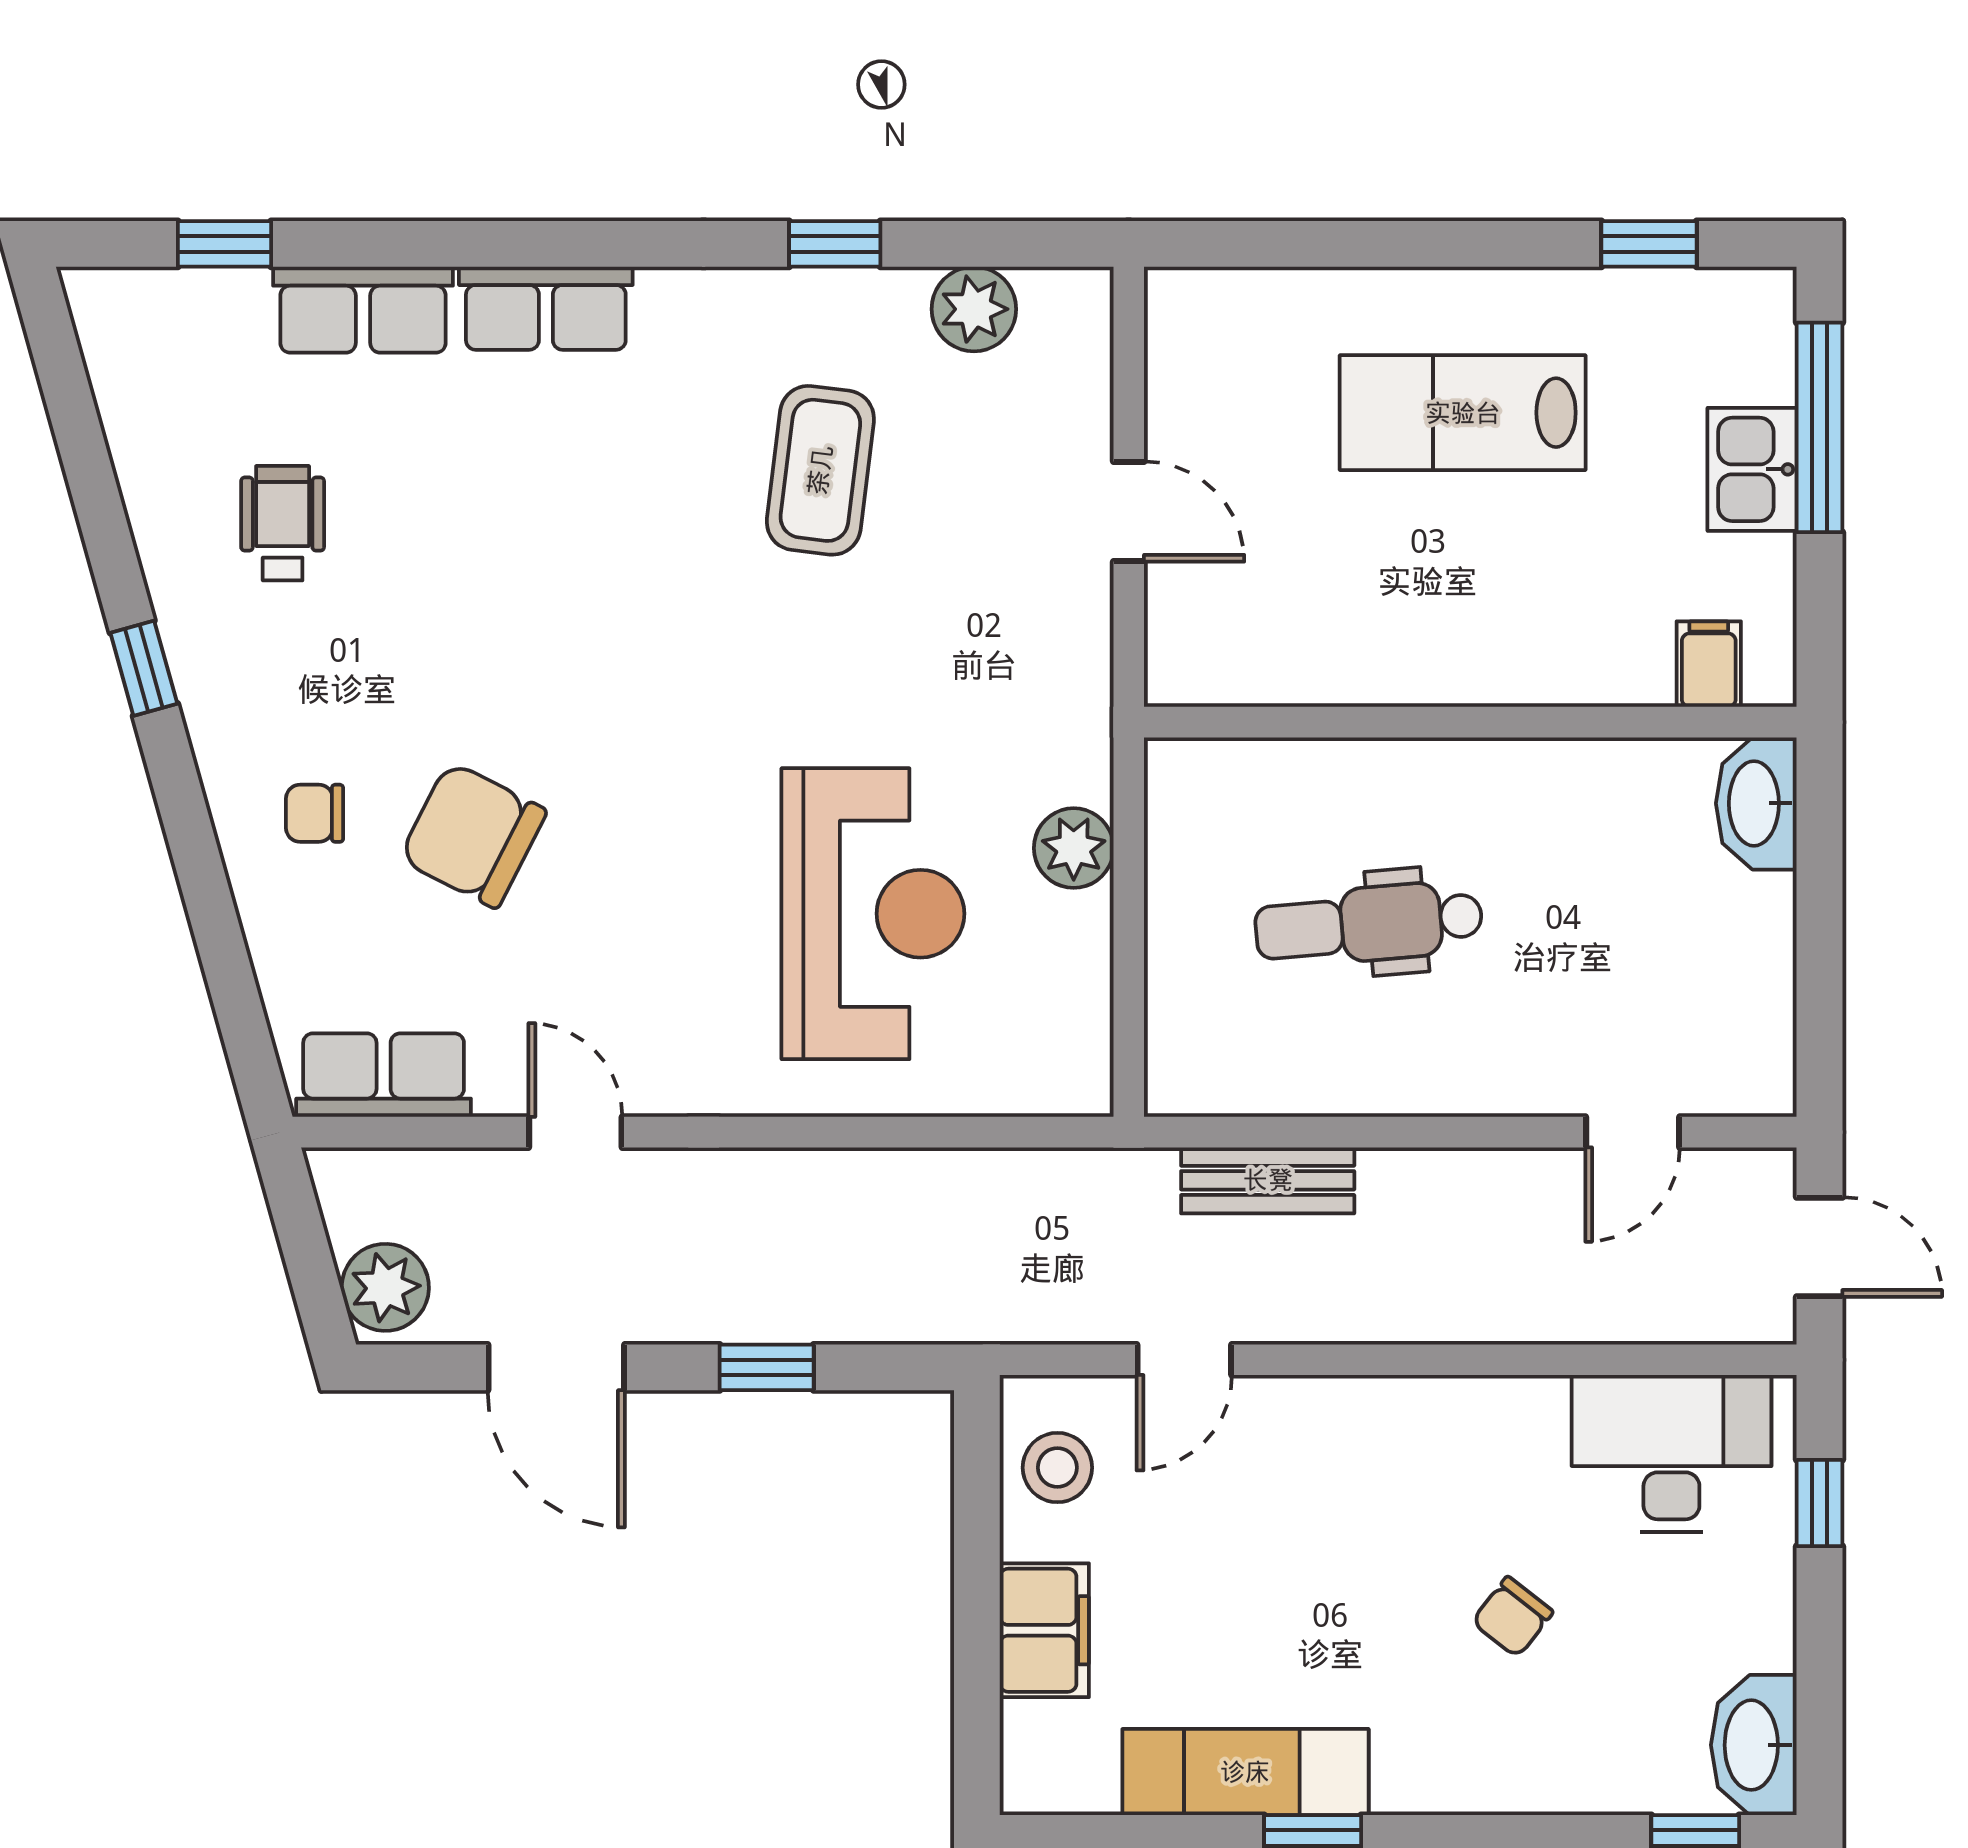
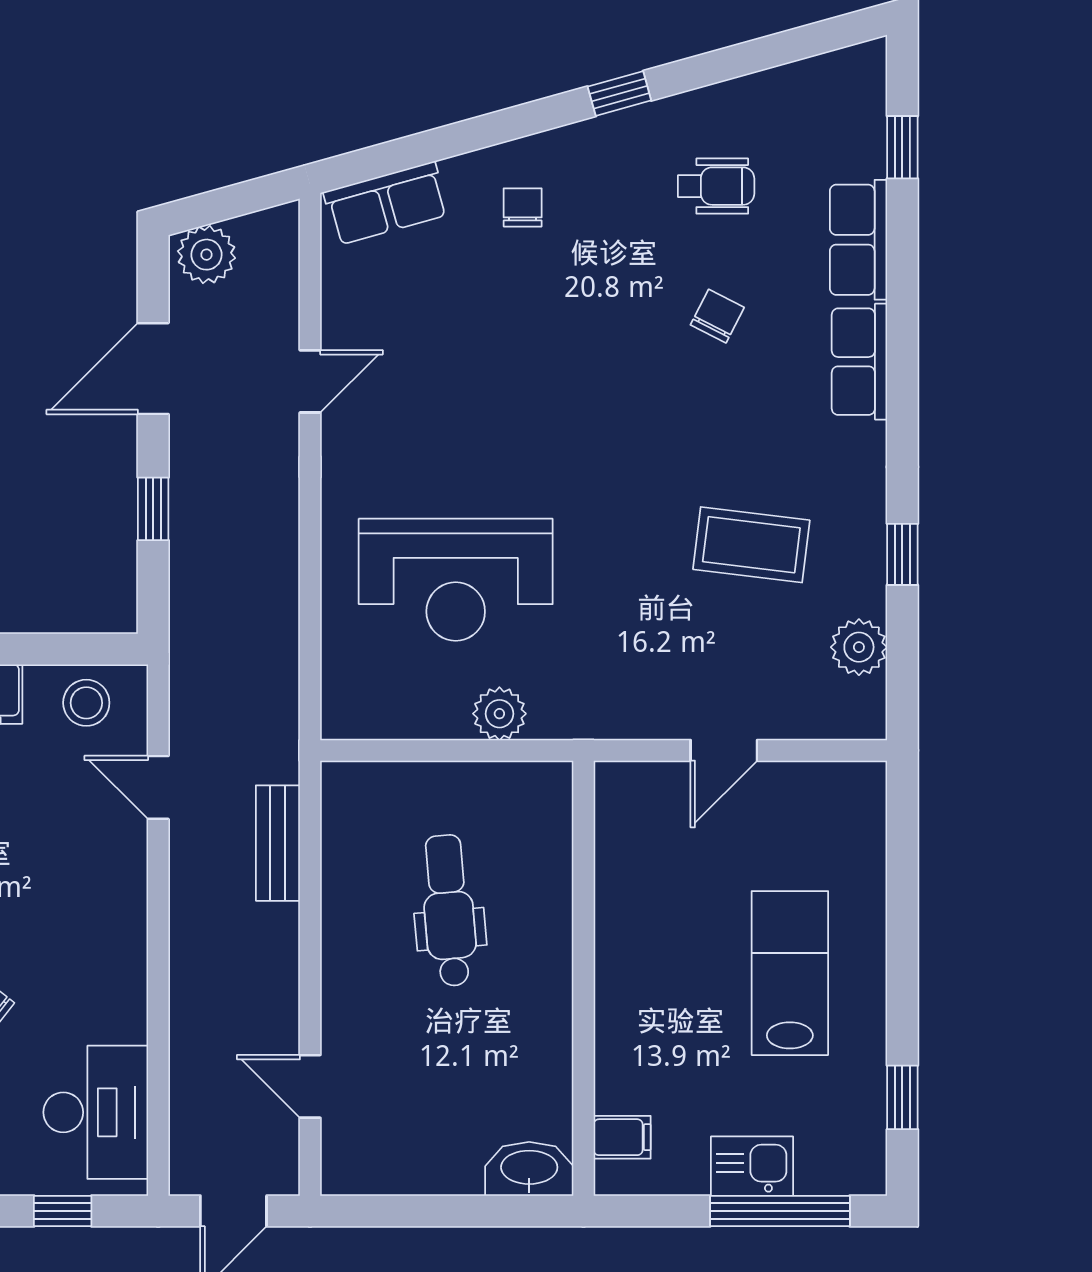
chair: (473, 835) -> (717, 316), moved, width x0.54, depth x0.54
row of seats: (384, 1075) -> (386, 203), moved, turned 74

